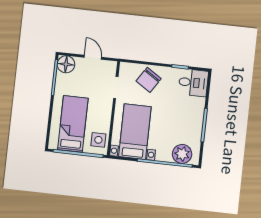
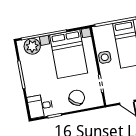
bed with nightstands: (135, 132) -> (69, 54), width x1.36
side table: (98, 140) -> (105, 57), moved

